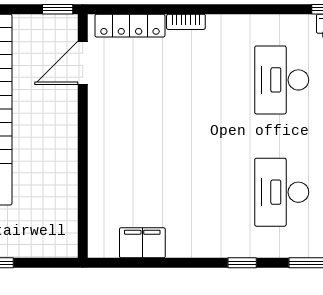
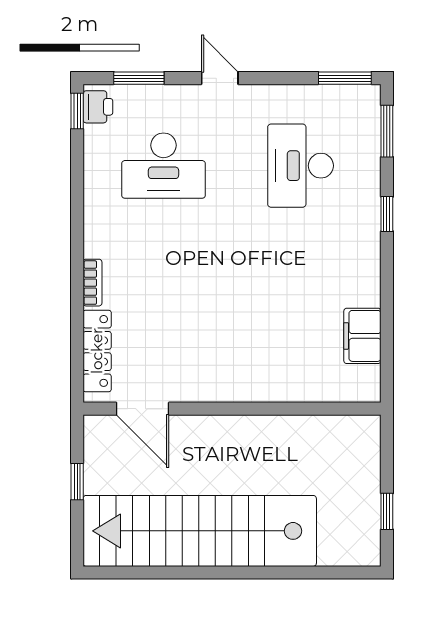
window: (58, 9) -> (77, 482), moved
desk: (282, 192) -> (301, 166), turned 90

